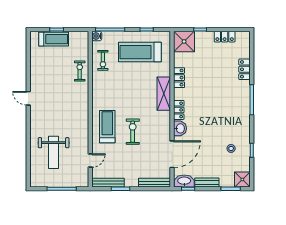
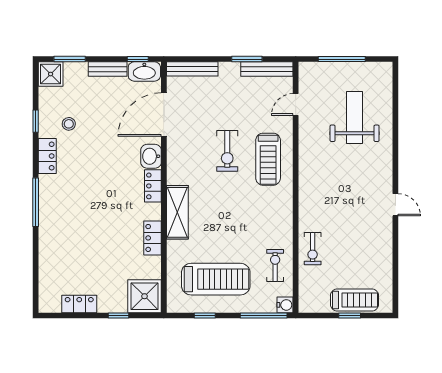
treadmill: (54, 39) -> (355, 300), turned 180
locker: (244, 69) -> (47, 156), moved

